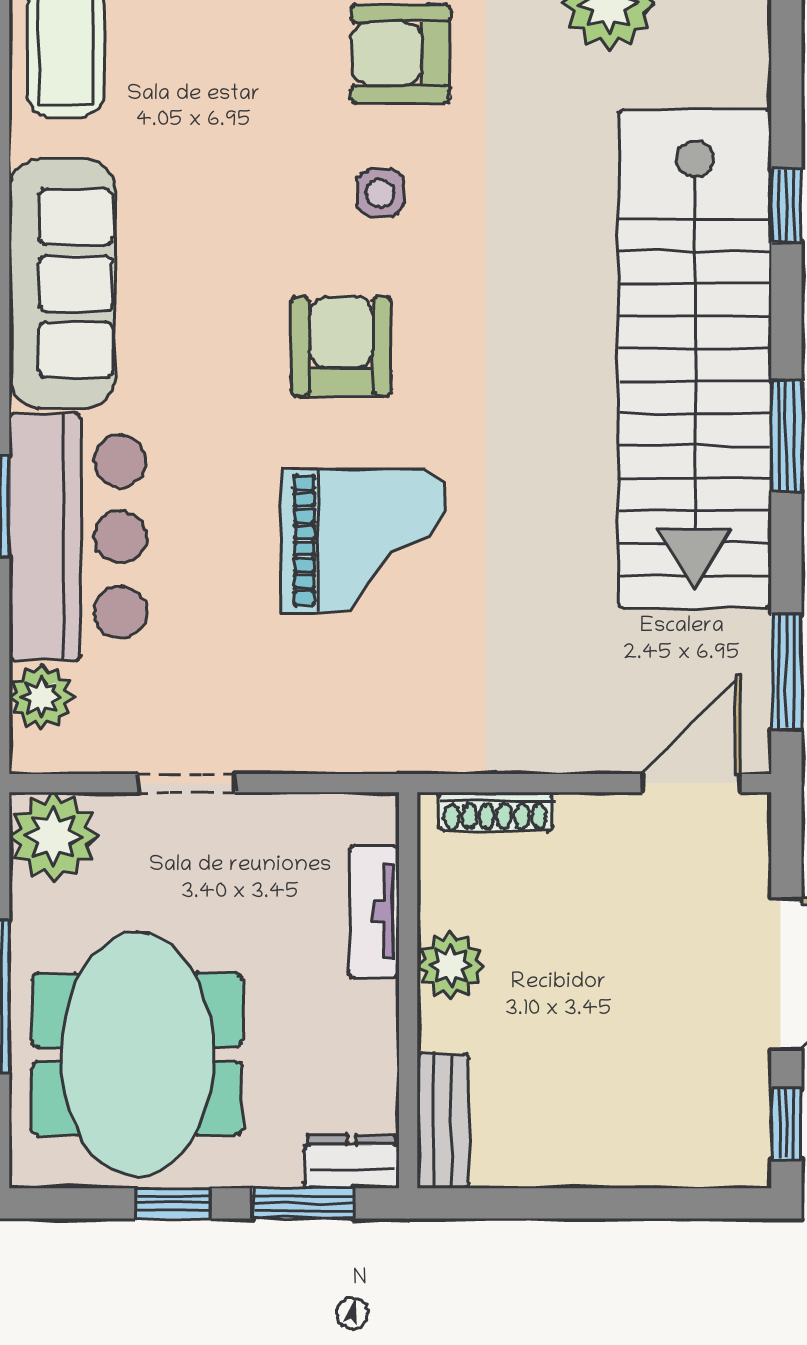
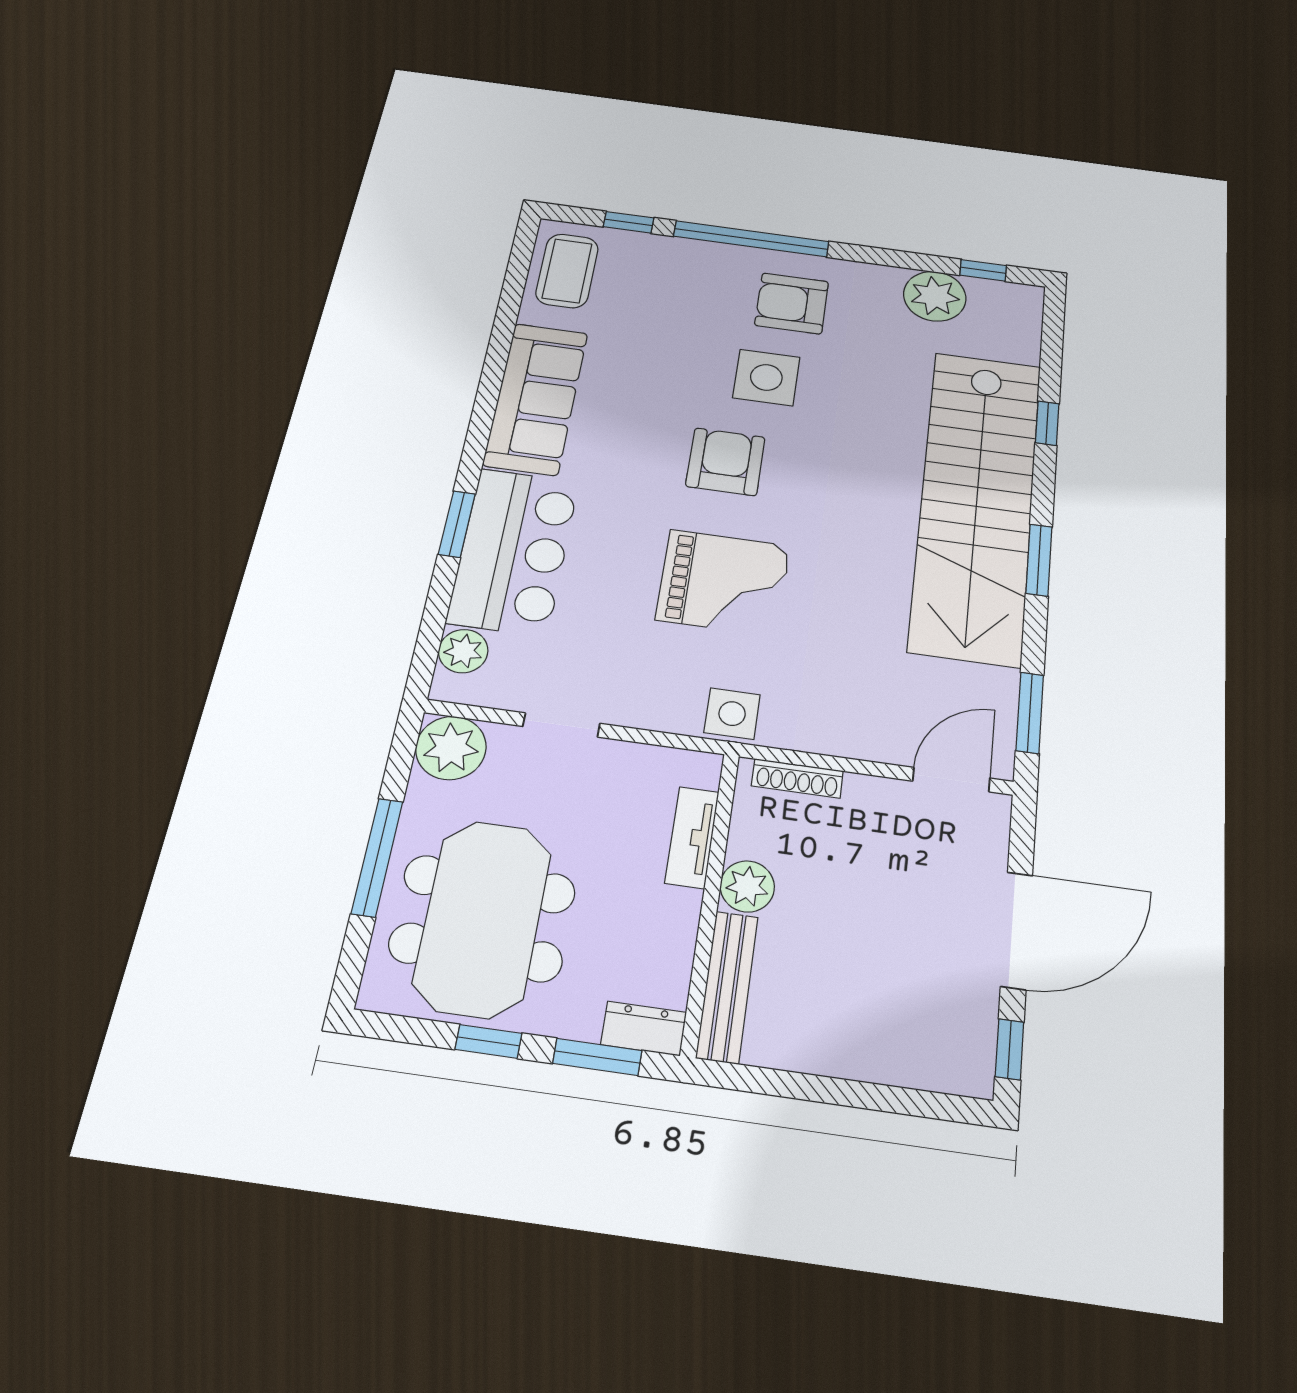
side table: (380, 193) -> (766, 377), width x1.87, depth x1.87
side table: (401, 733) -> (732, 714), added
bench: (443, 1121) -> (727, 987), width x1.36

